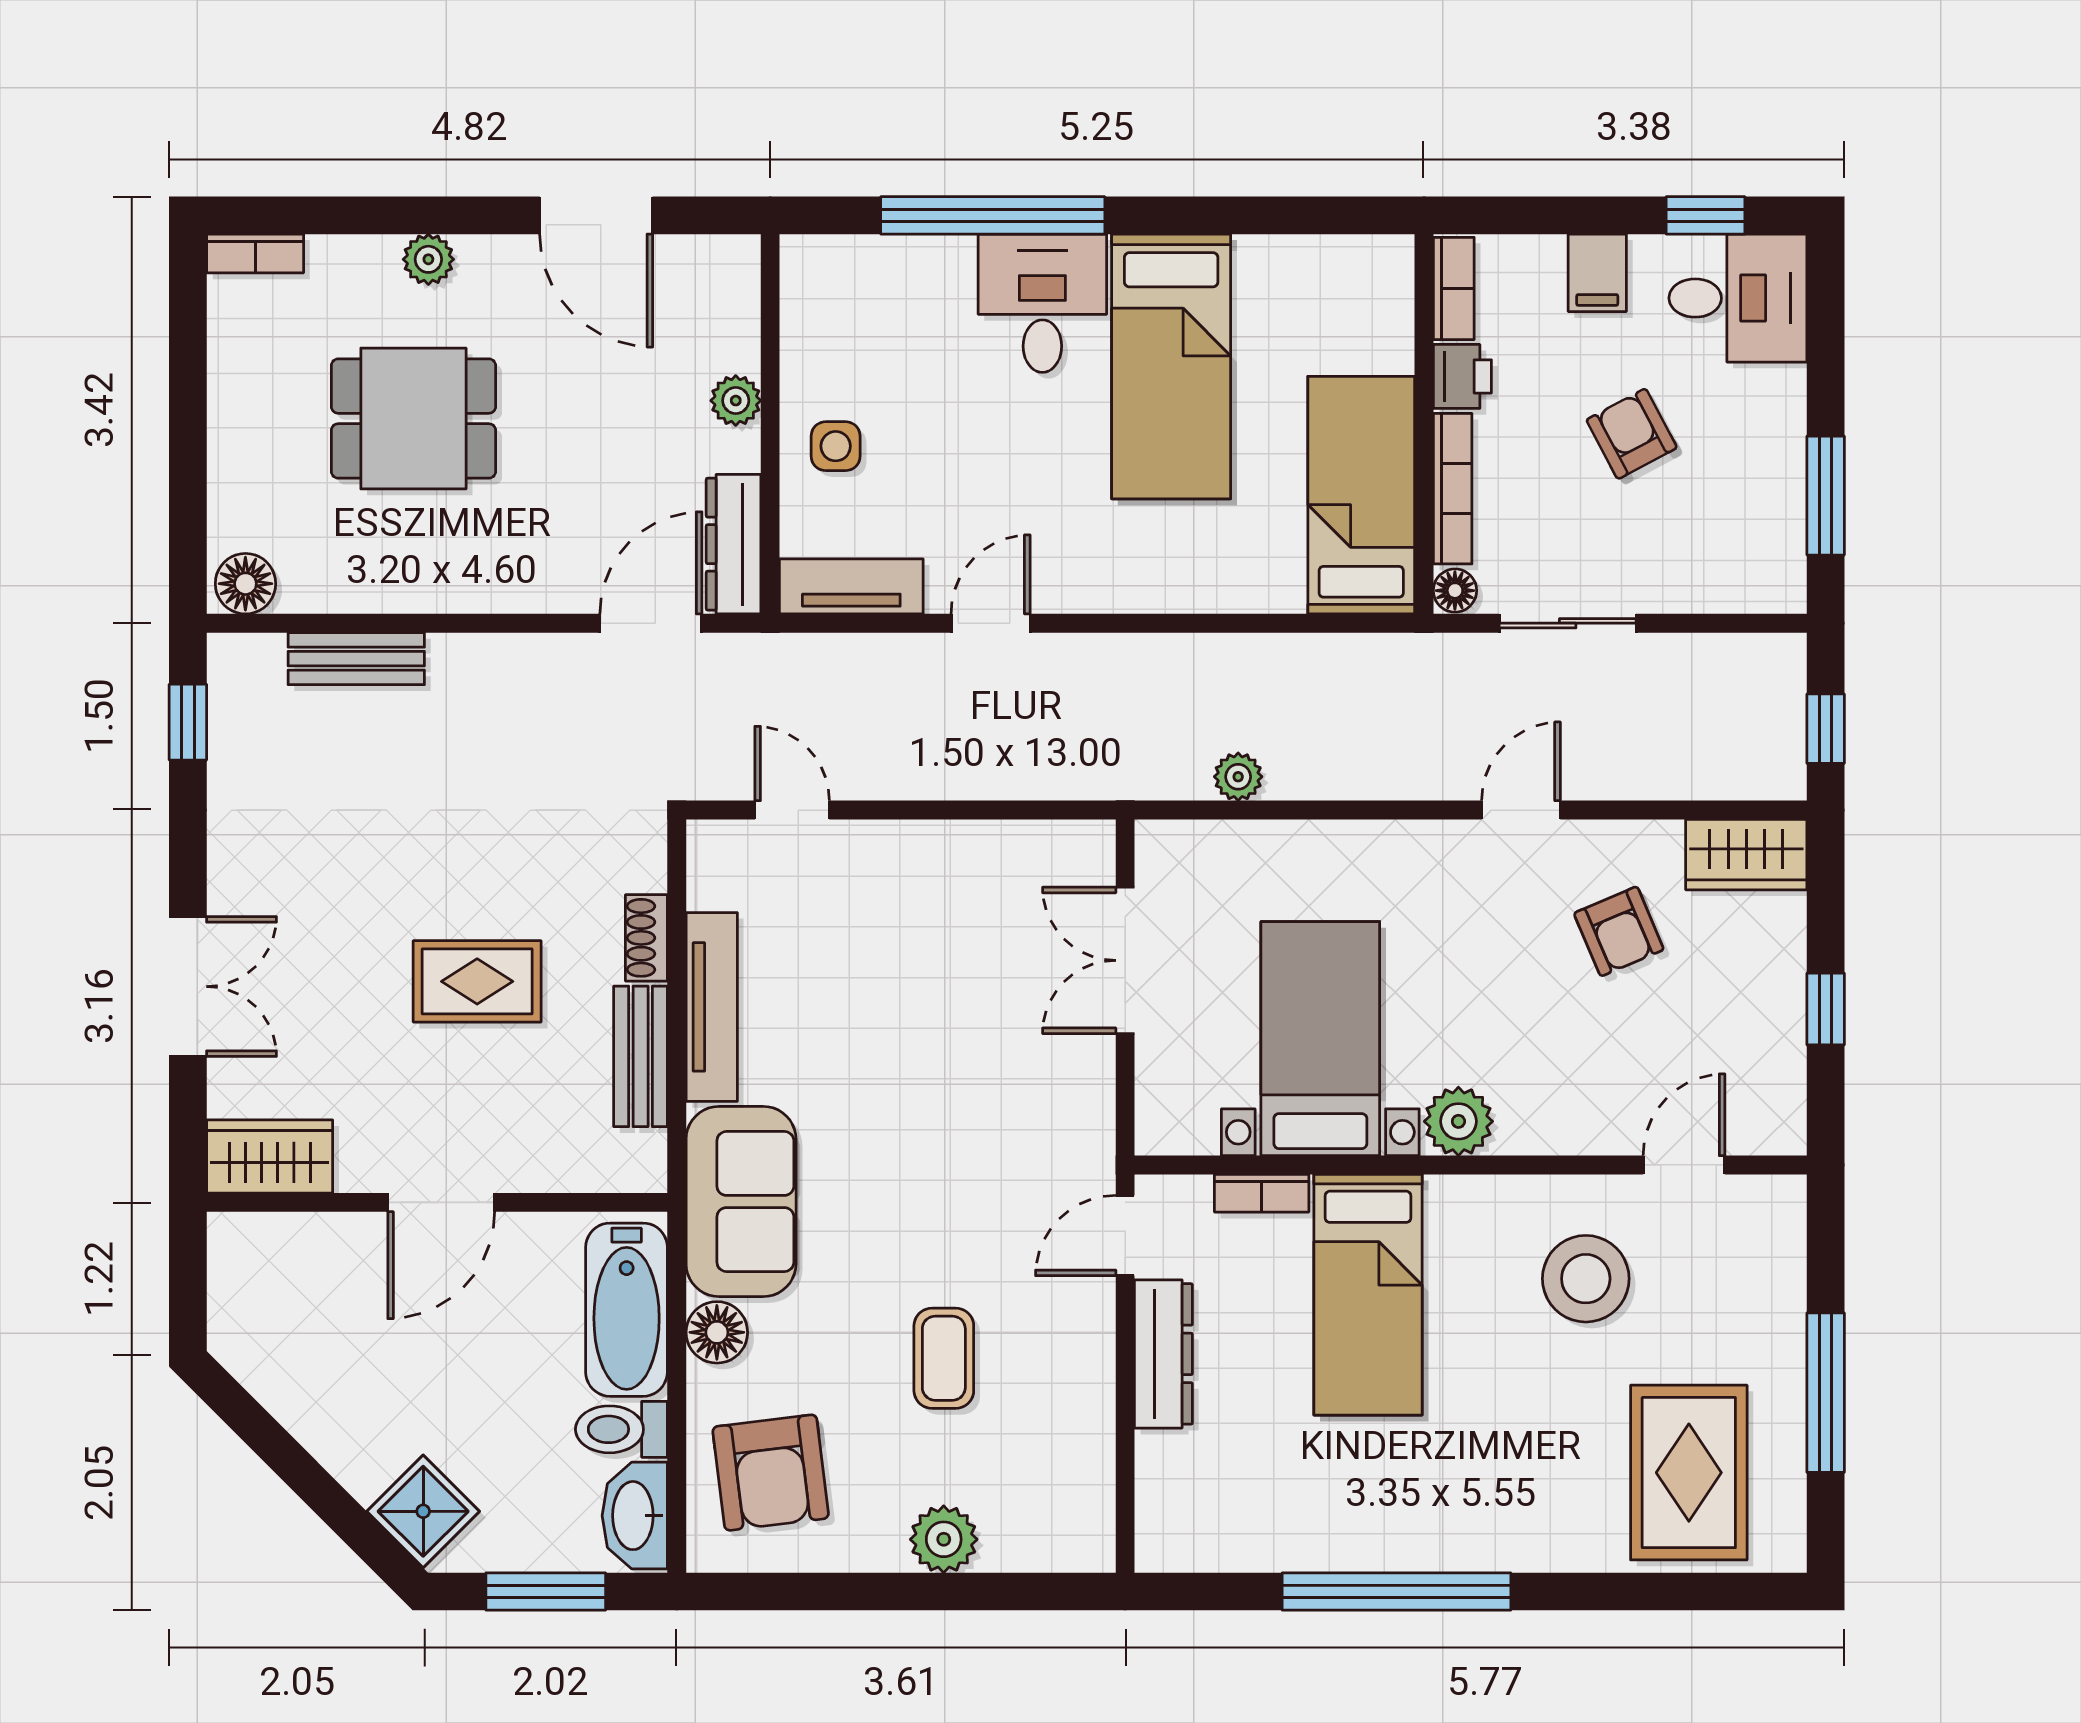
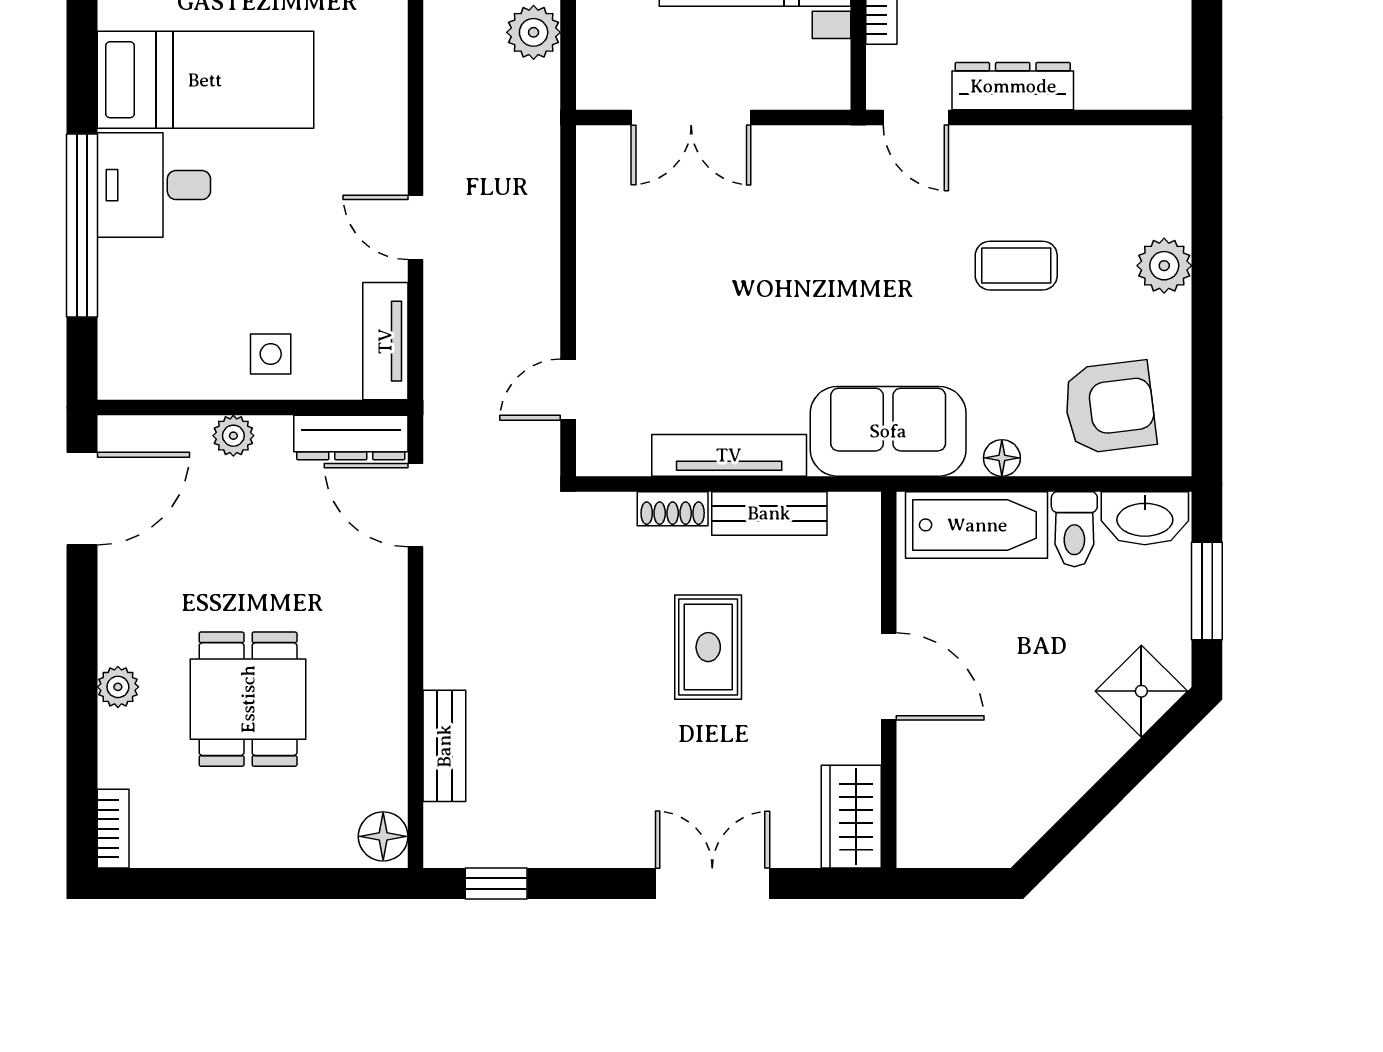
door: (596, 215) -> (82, 499), moved
plant: (1238, 777) -> (534, 32), width x1.38, depth x1.38
floor lamp: (717, 1332) -> (1002, 458), width x0.73, depth x0.73

